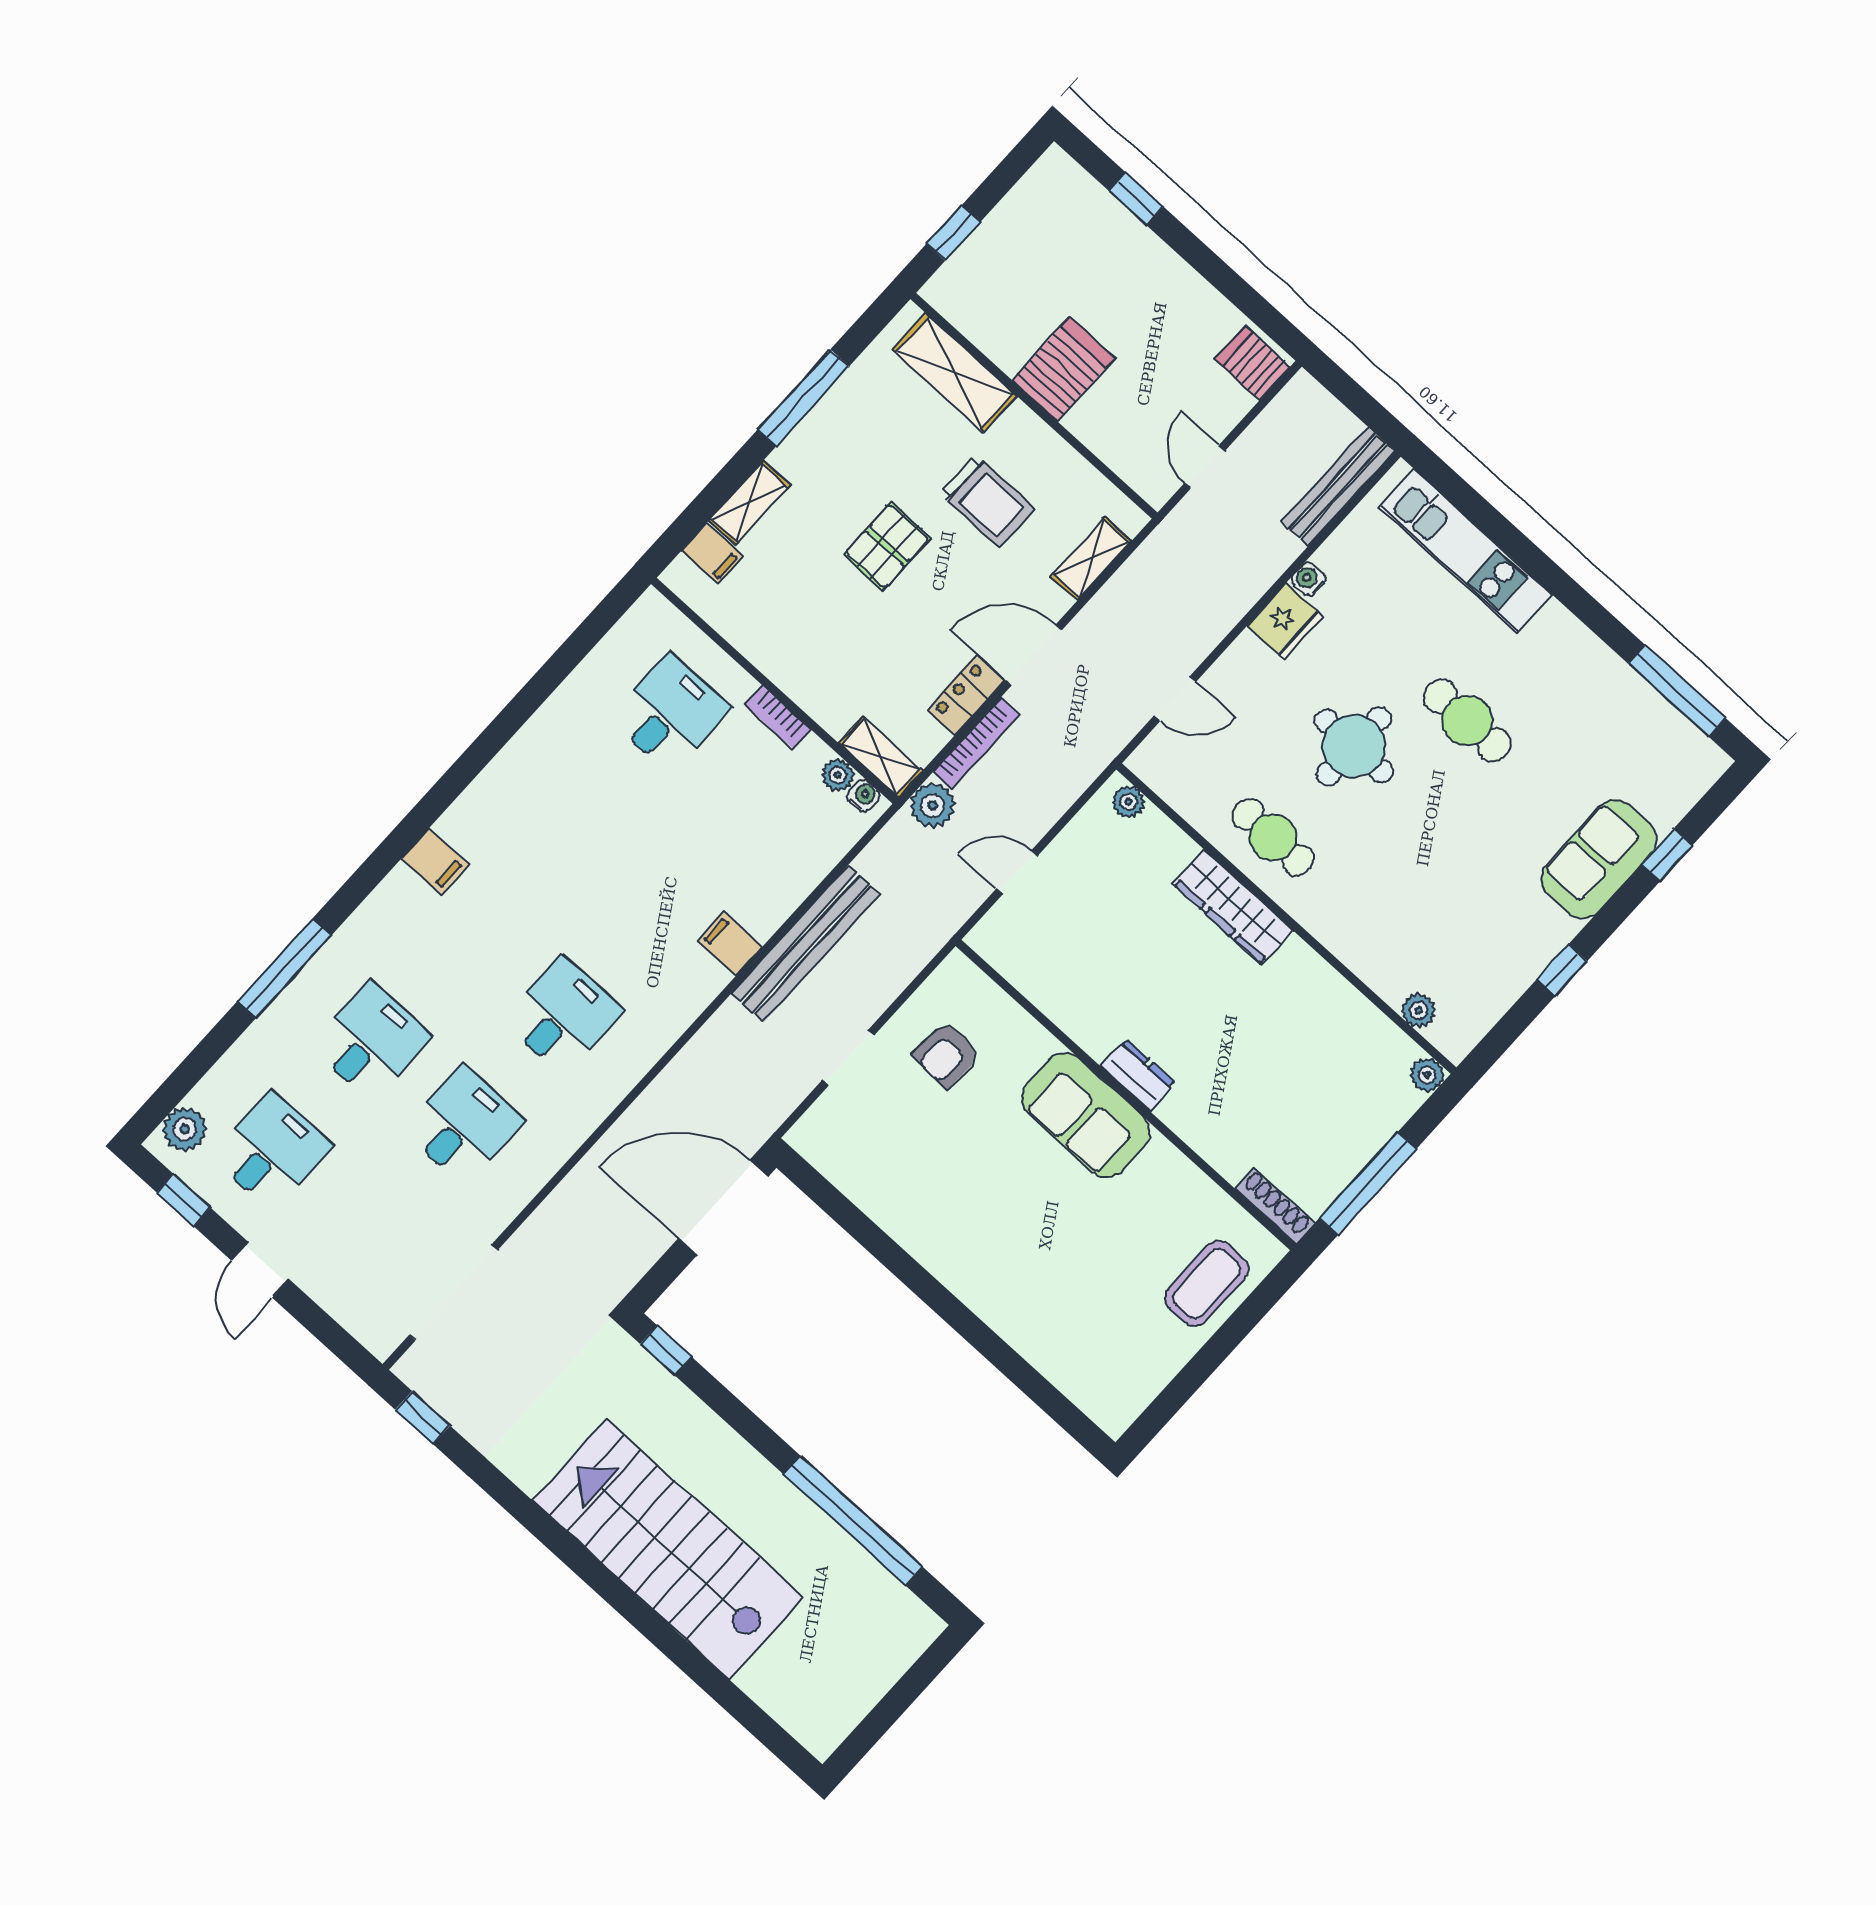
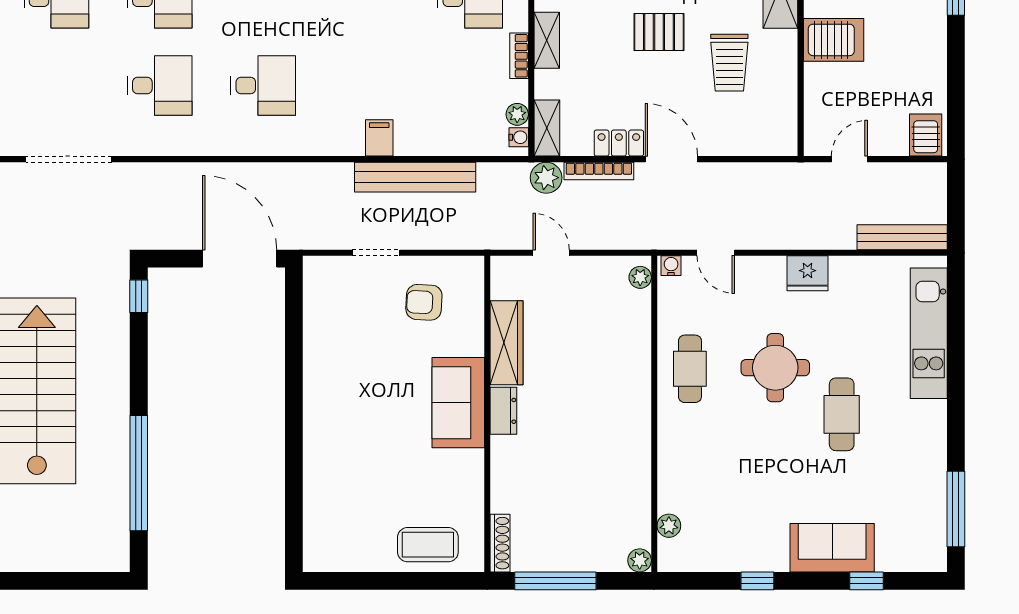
shelving: (1091, 559) -> (547, 40), moved, turned 90
water cooler: (1309, 579) -> (671, 266), moved
wardrobe: (1233, 907) -> (506, 343), moved, turned 180

